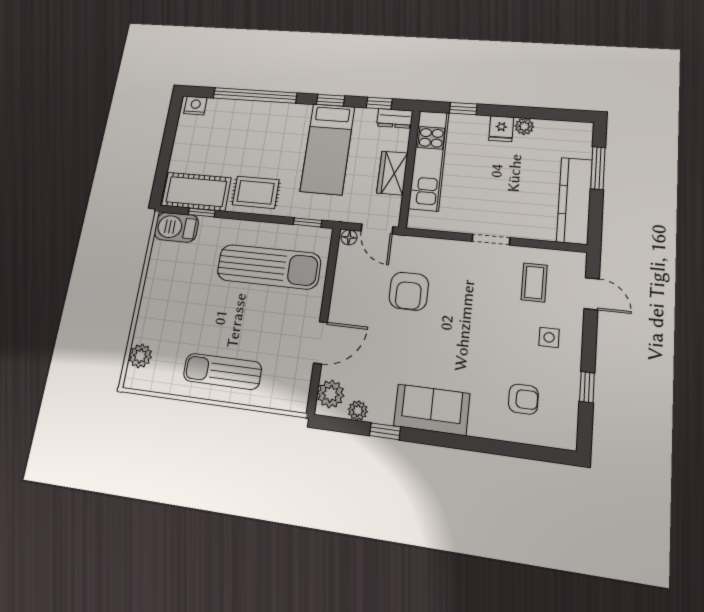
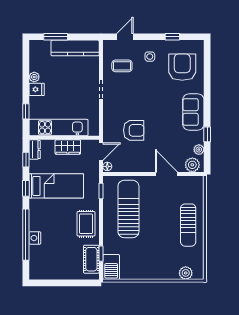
nightstand: (195, 106) -> (35, 238), moved
cot: (196, 192) -> (91, 259), width x0.73, depth x0.75
armchair: (523, 399) -> (182, 67), width x1.88, depth x1.88

